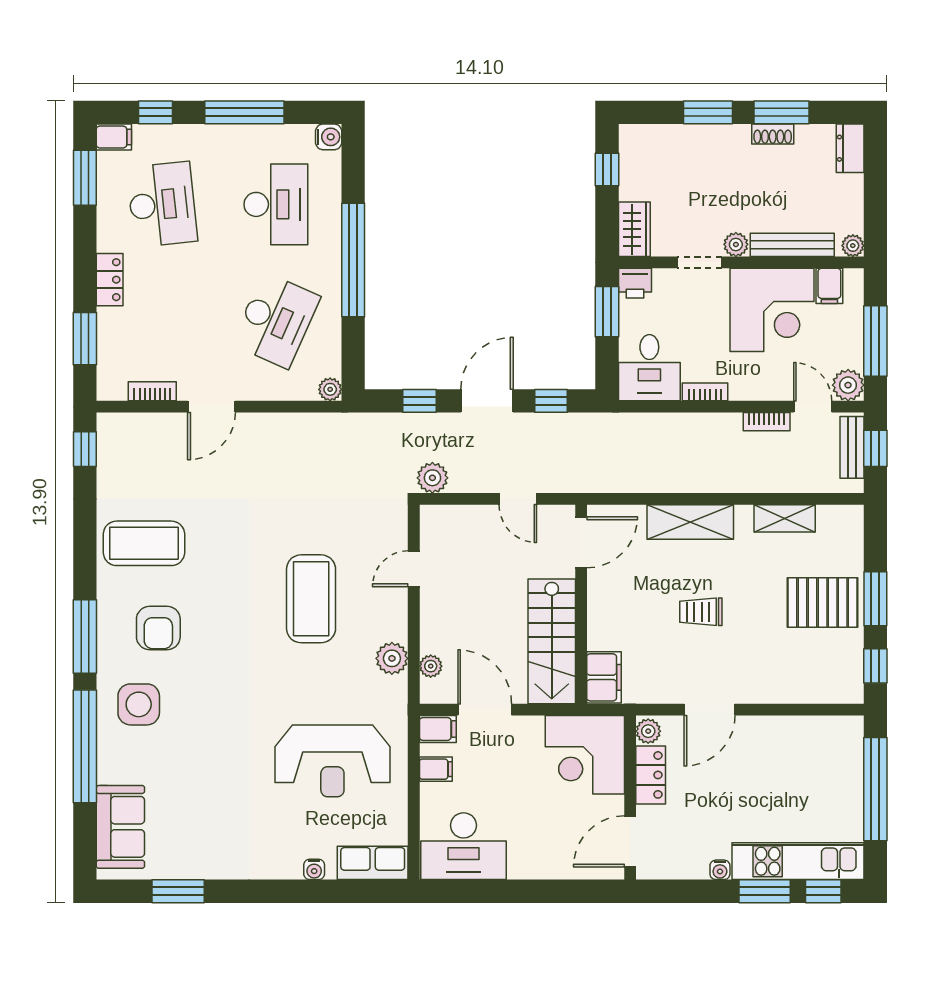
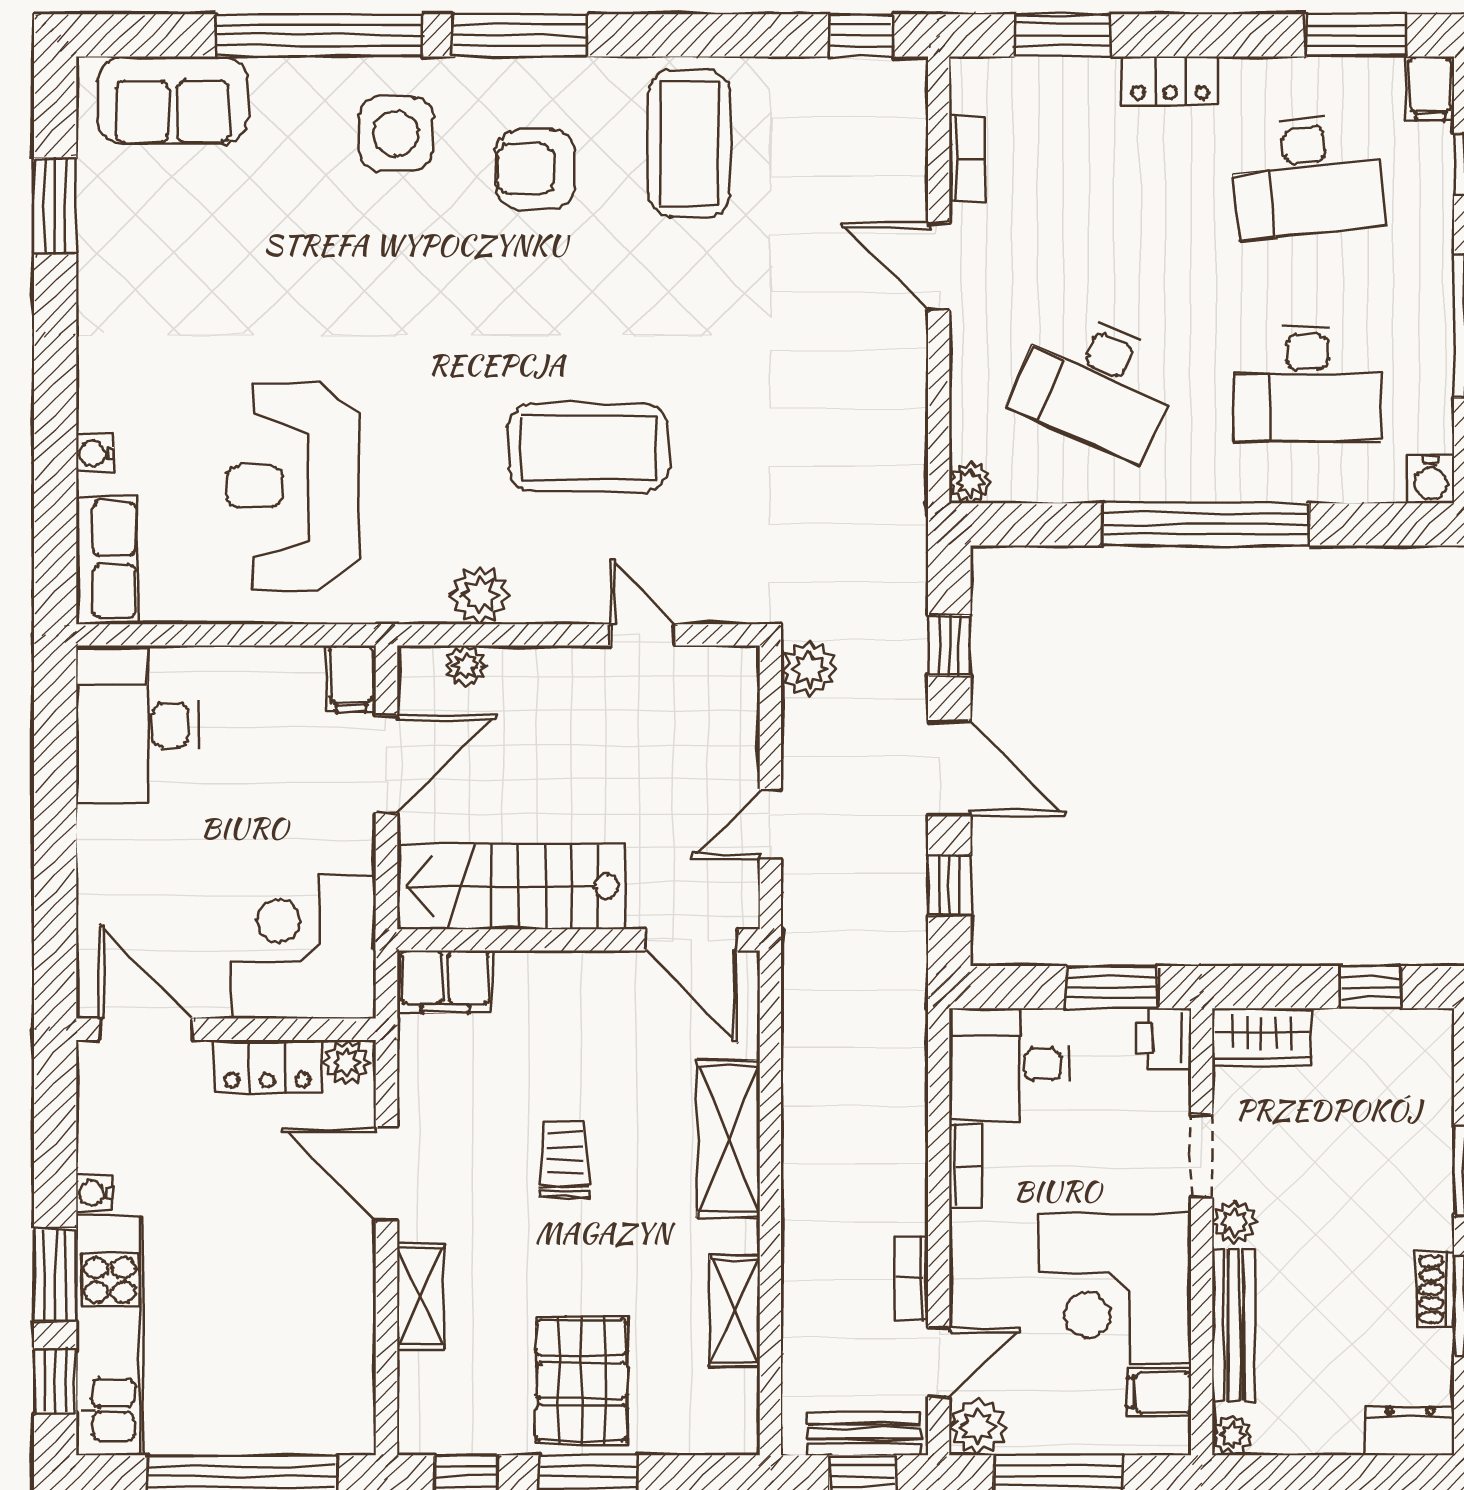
shelving: (777, 691) -> (421, 1297), added
filing cabinet: (436, 769) -> (278, 675), removed

